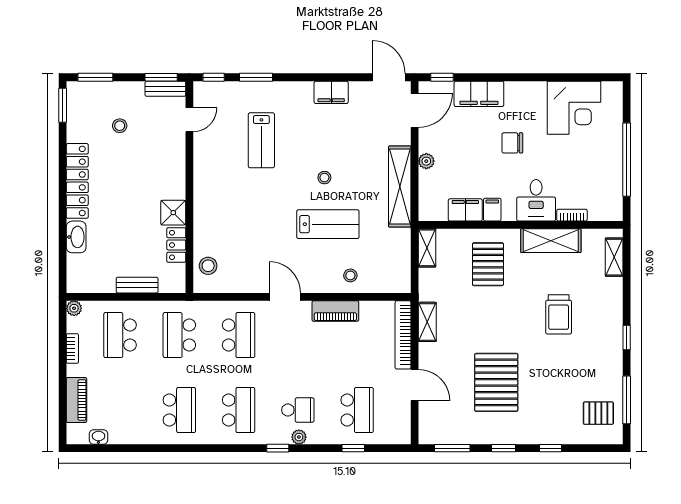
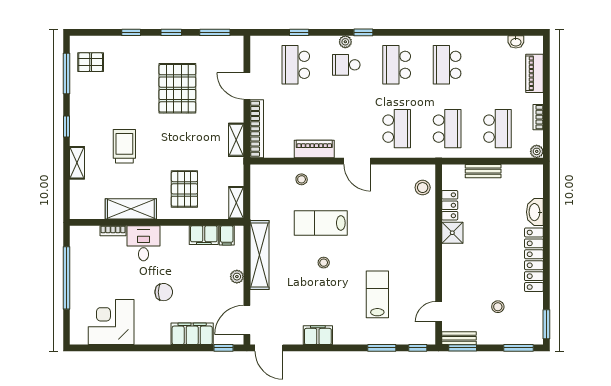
filing cabinet: (492, 210) -> (227, 235), moved
shelving: (614, 257) -> (77, 163), moved
school desk: (239, 335) -> (397, 129), turned 180

